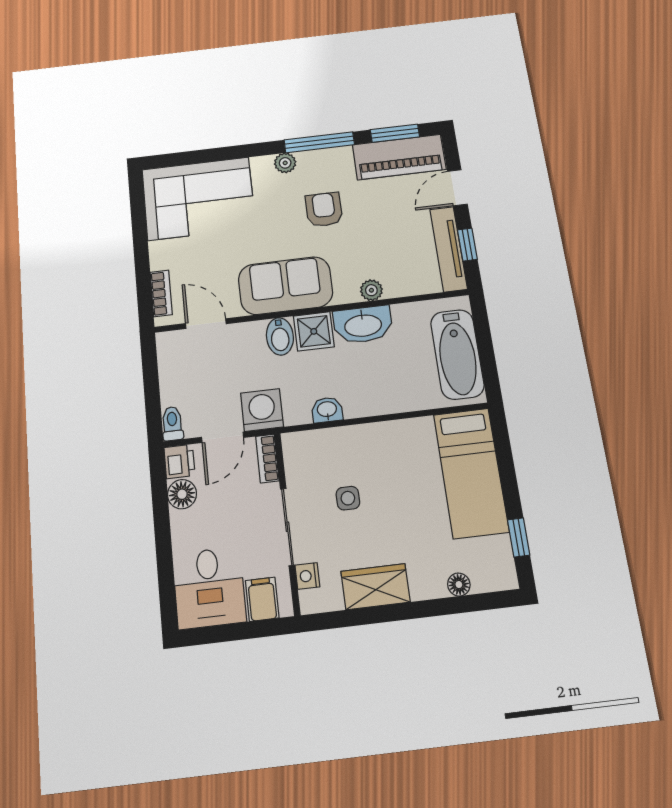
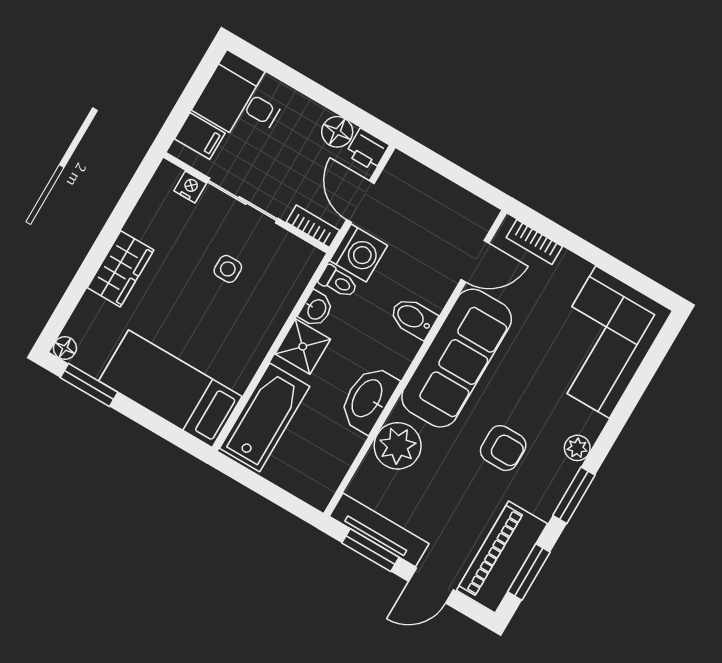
window: (319, 142) -> (574, 495), width x0.69
door: (457, 188) -> (431, 586), swing flipped
window: (467, 245) -> (370, 550), width x1.50
sofa: (285, 286) -> (457, 358), width x1.36
plant: (371, 290) -> (398, 446), width x1.87, depth x1.87
shower: (314, 331) -> (303, 347), moved
bathtub: (457, 354) -> (265, 417), moved, turned 90
toilet: (172, 424) -> (338, 282), moved
window: (519, 537) -> (89, 385), width x1.50
floor lamp: (459, 585) -> (65, 348), moved
wardrobe: (375, 587) -> (120, 269), moved

